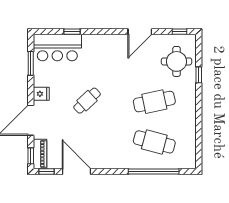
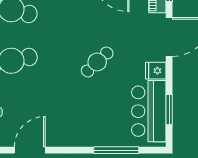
window: (72, 32) -> (116, 150), width x2.17
bar counter: (57, 47) -> (149, 111), moved, turned -90

